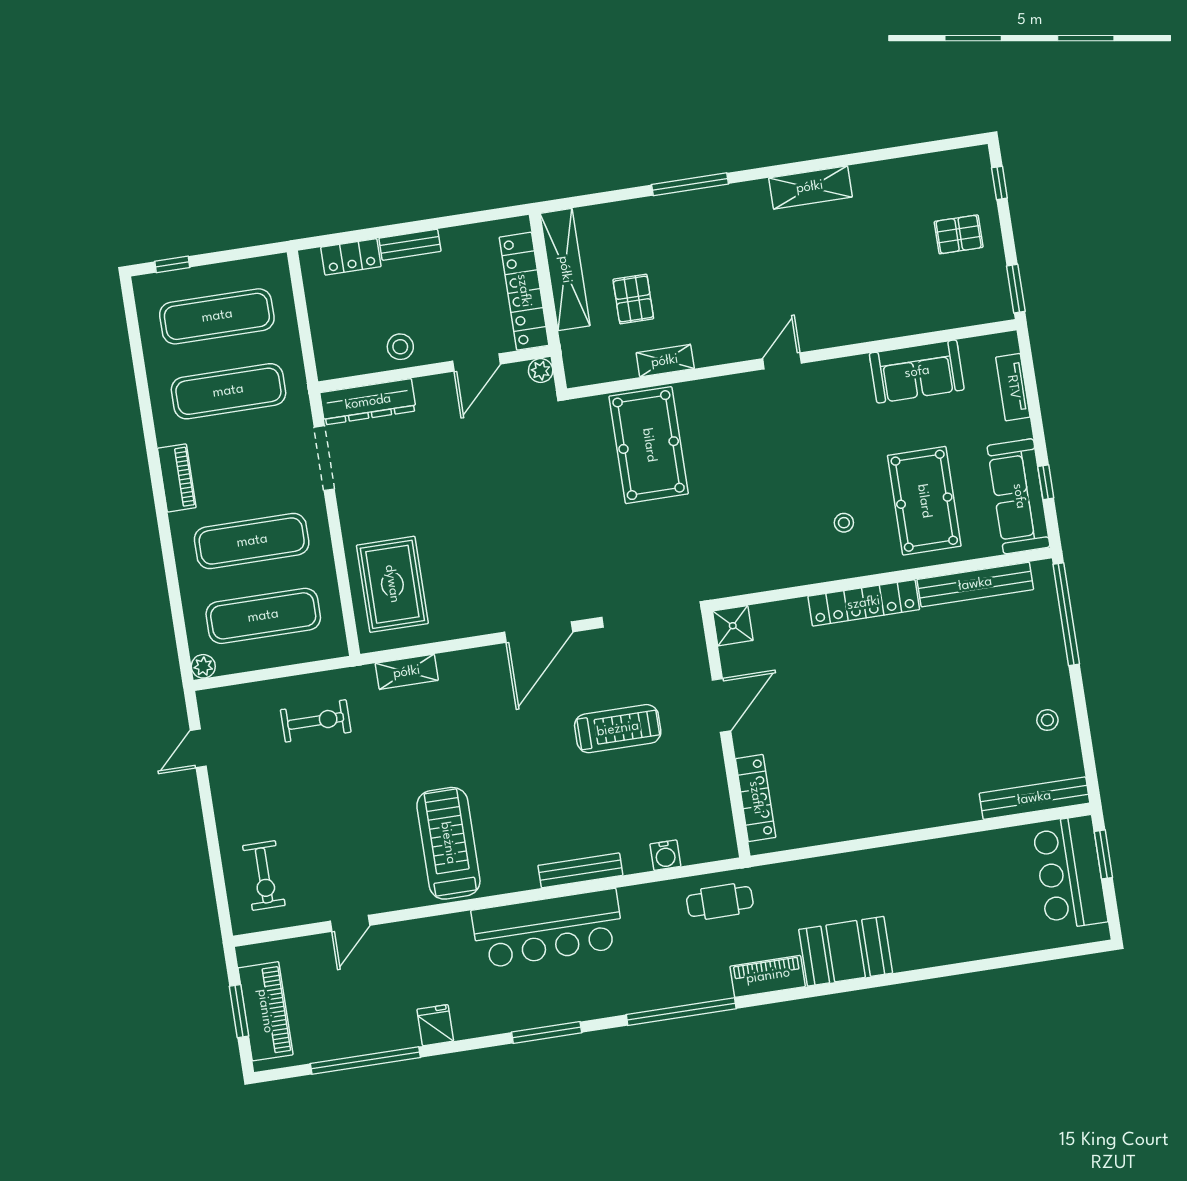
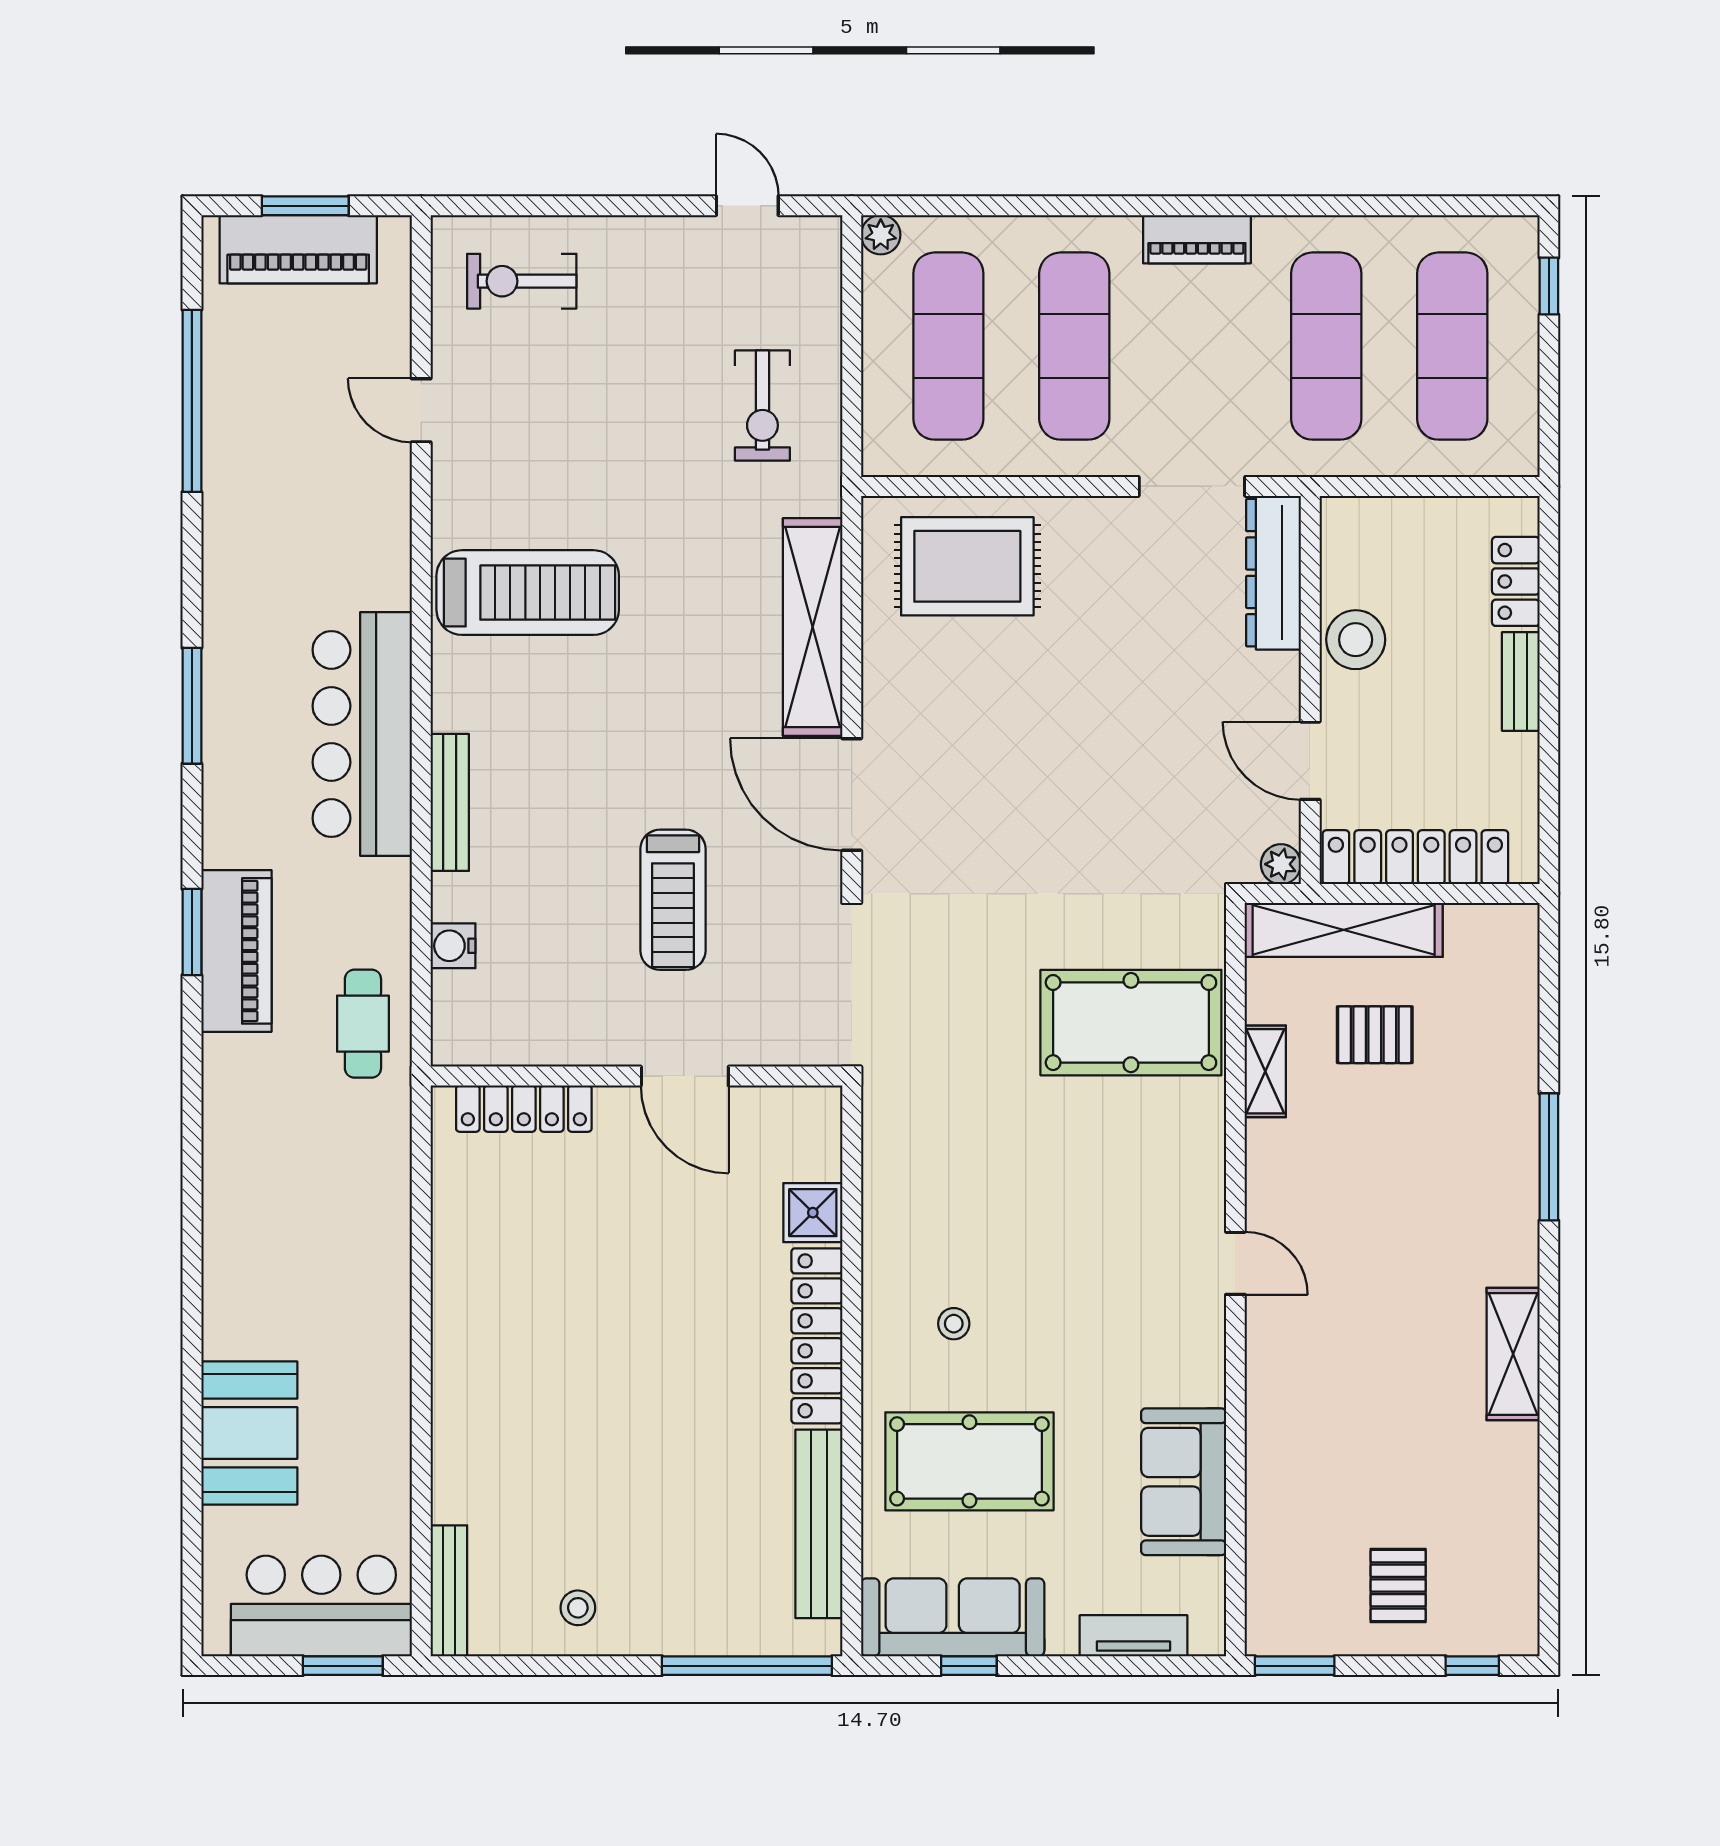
shelving: (565, 270) -> (1344, 930), moved
stool: (400, 347) -> (1356, 640), width x1.38, depth x1.38
shower: (733, 626) -> (813, 1213), moved
shelving: (407, 672) -> (813, 627), width x2.20, depth x1.33
bench: (1034, 798) -> (449, 1591), width x0.73, depth x0.82
booth: (846, 951) -> (249, 1433), moved
piano: (768, 976) -> (236, 951), moved, width x1.37, depth x1.33
window: (681, 1012) -> (192, 932), width x0.47
fridge: (435, 1025) -> (232, 525), removed

